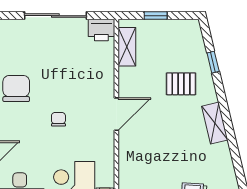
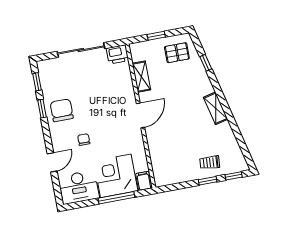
shelving: (127, 47) -> (141, 77), moved
pallet: (181, 84) -> (177, 53), moved
chair: (58, 119) -> (84, 140), moved

